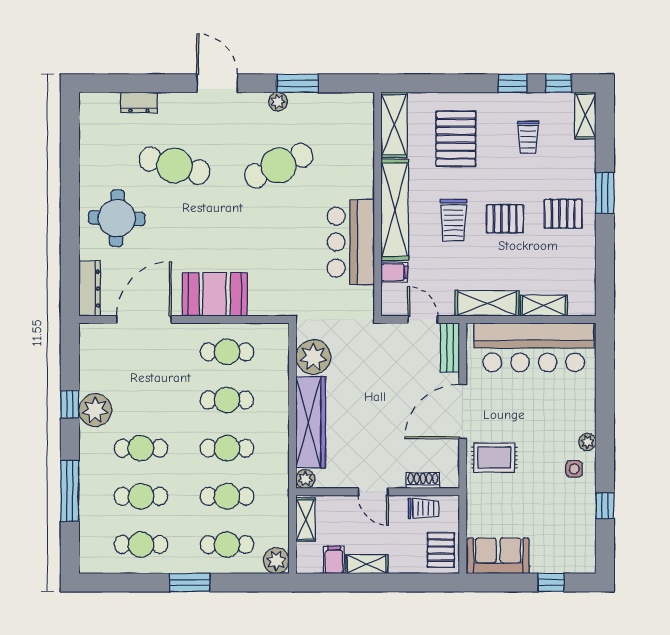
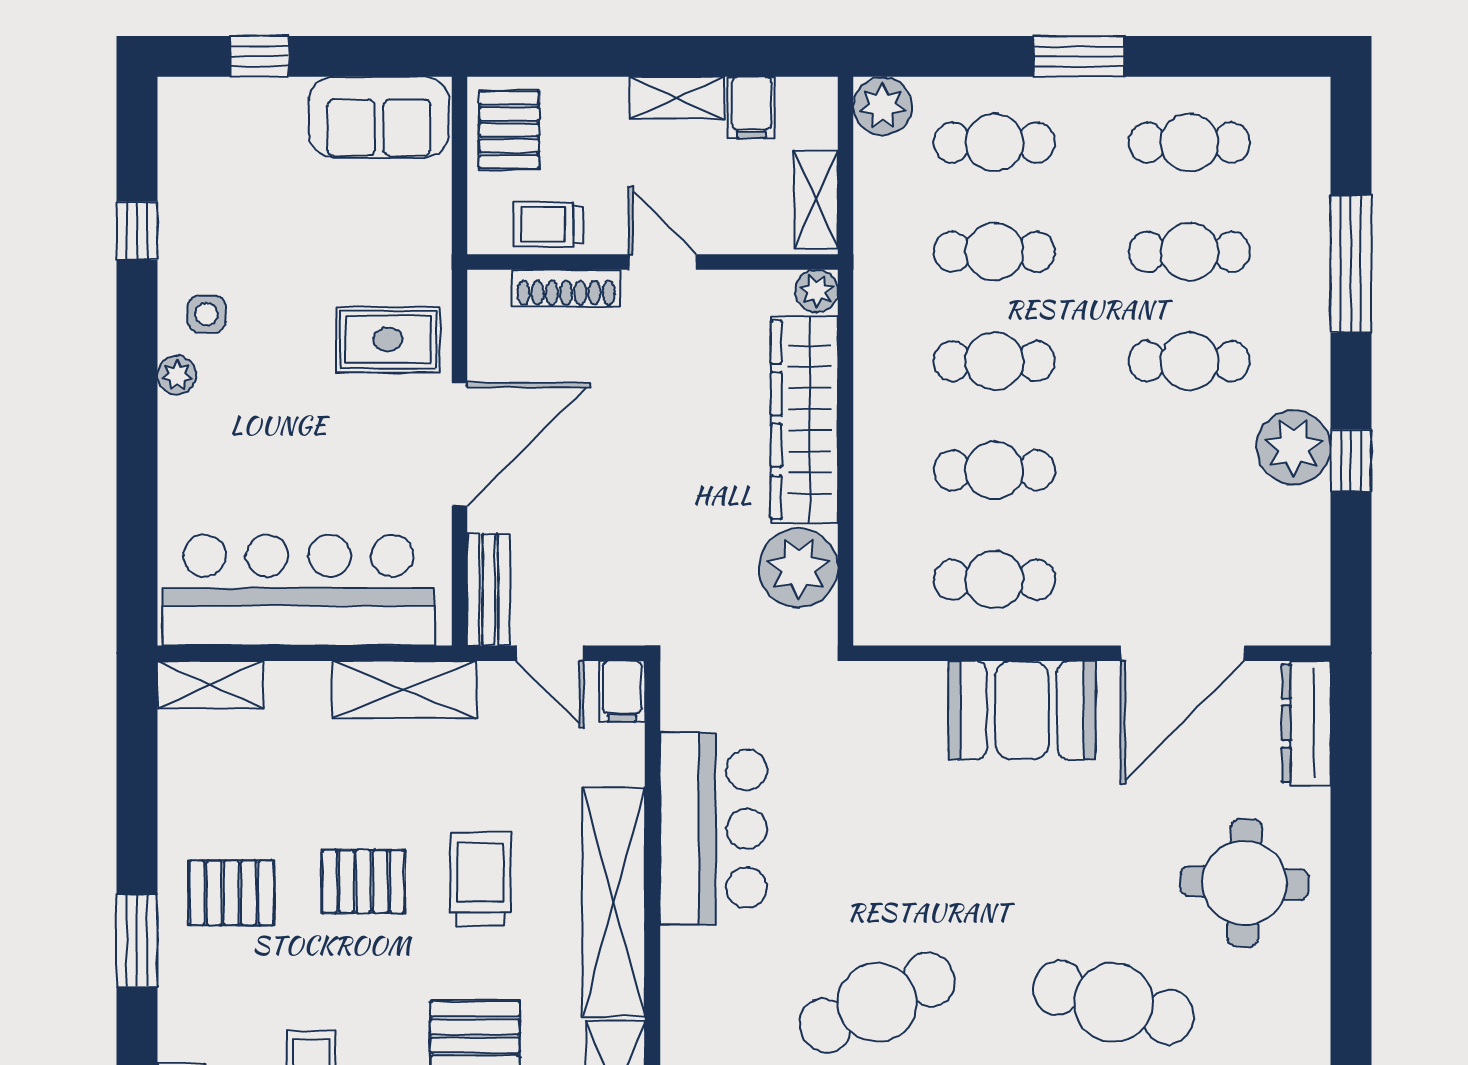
filing cabinet: (394, 272) -> (622, 691), moved, turned -90
shelving: (544, 306) -> (210, 685), moved
shoe rack: (423, 480) -> (566, 288), width x1.43

